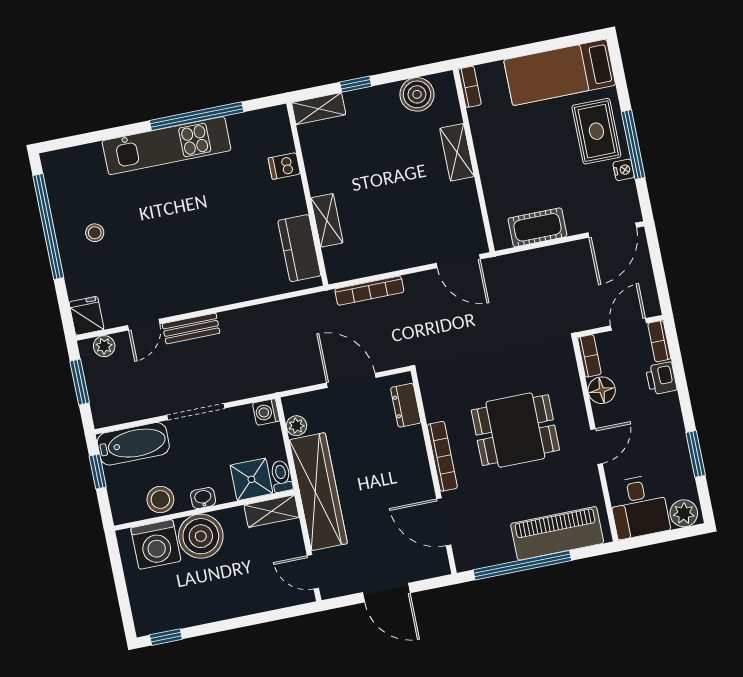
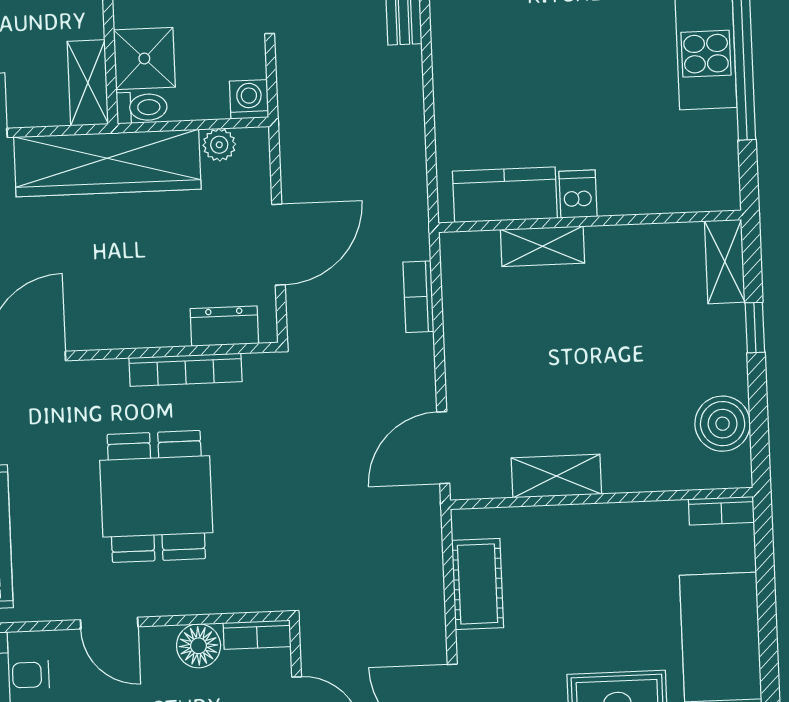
shelving: (457, 152) -> (556, 476), moved
dishwasher: (284, 166) -> (578, 194), moved
bookcase: (369, 291) -> (418, 297), width x0.64
bookcase: (442, 456) -> (185, 370), moved

